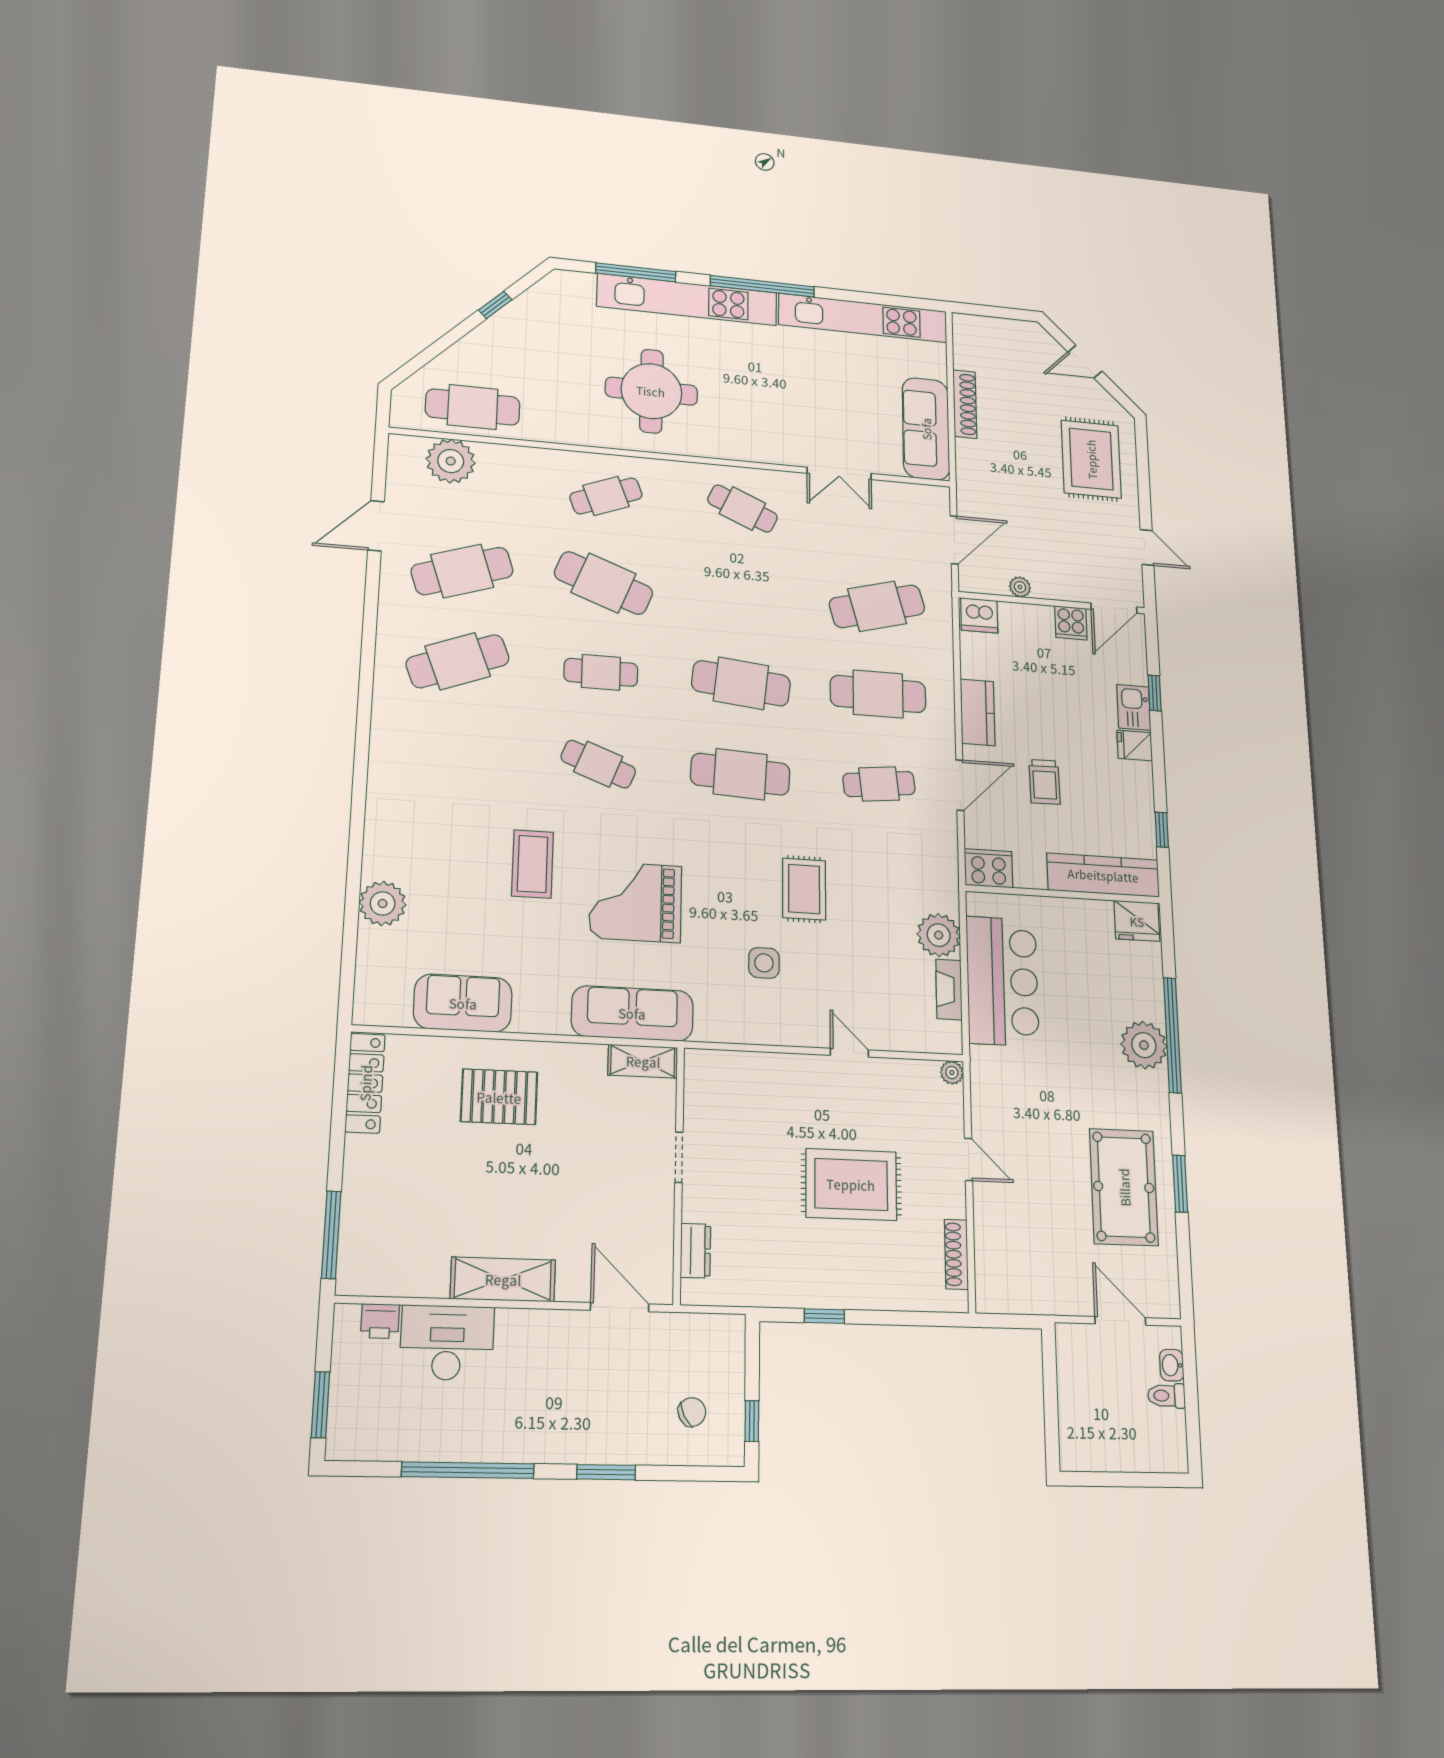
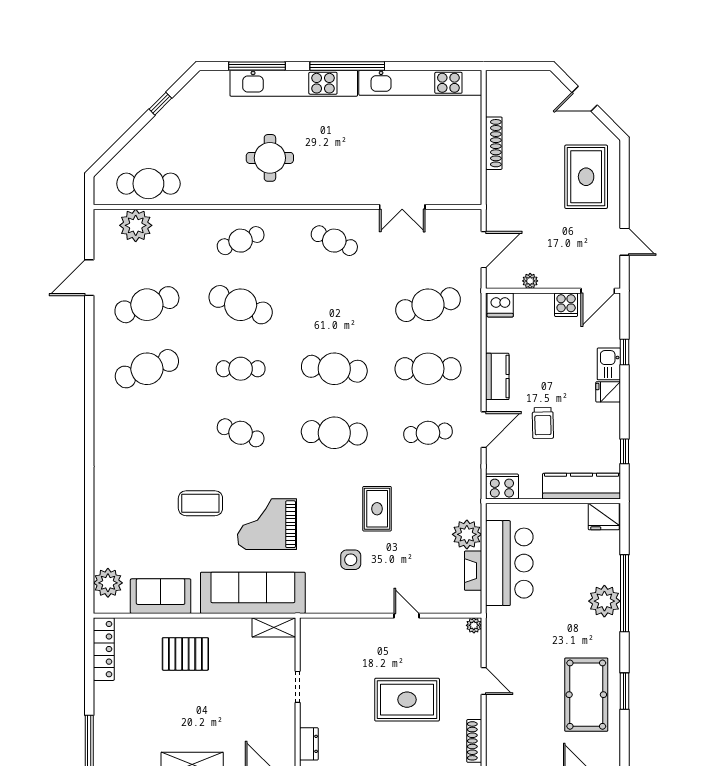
round table: (651, 391) -> (270, 158), width x0.73, depth x0.73
sofa: (926, 429) -> (465, 166), removed
coffee table: (533, 864) -> (200, 503), turned 90
plant: (383, 903) -> (108, 583), moved
sofa: (632, 1013) -> (253, 593), width x1.36, depth x1.27

